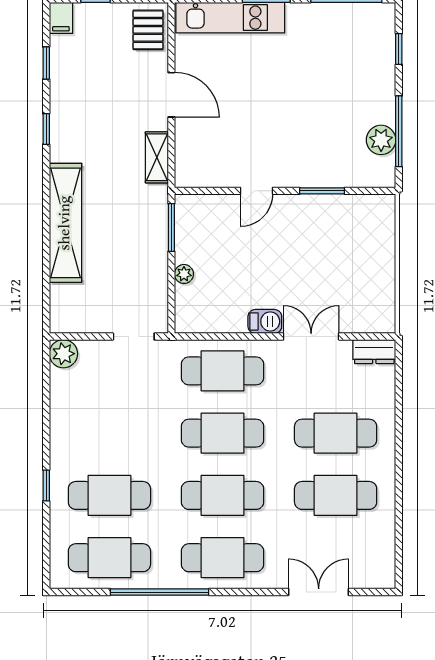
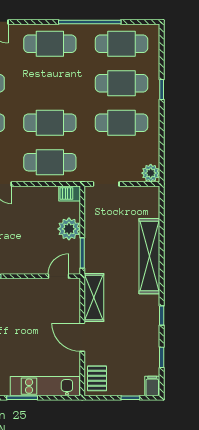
shelving: (157, 157) -> (94, 298), width x1.50, depth x1.33
door: (256, 191) -> (58, 276), moved
plant: (184, 274) -> (69, 229), width x1.87, depth x1.87
barbecue: (265, 321) -> (70, 193), moved
cafe table: (222, 495) -> (122, 123), moved

